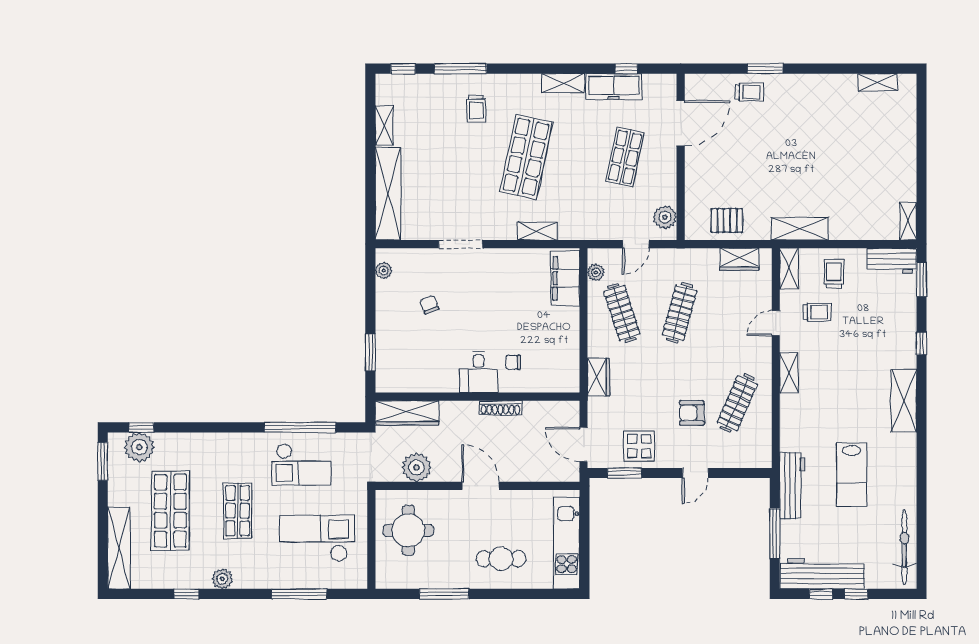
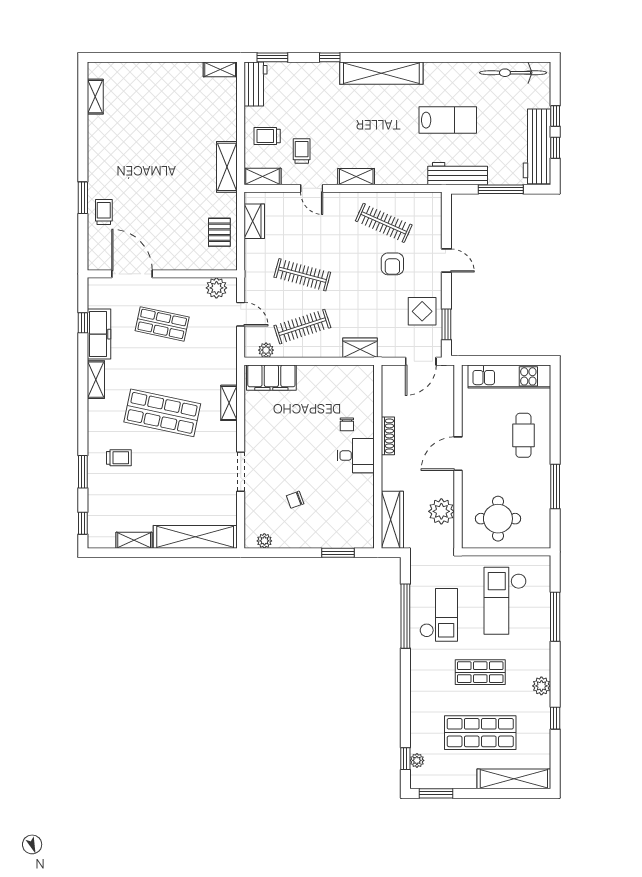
window: (460, 69) -> (83, 472), width x0.69
shelving: (904, 401) -> (381, 73), width x1.47
plant: (139, 447) -> (417, 760), width x0.53, depth x0.53

